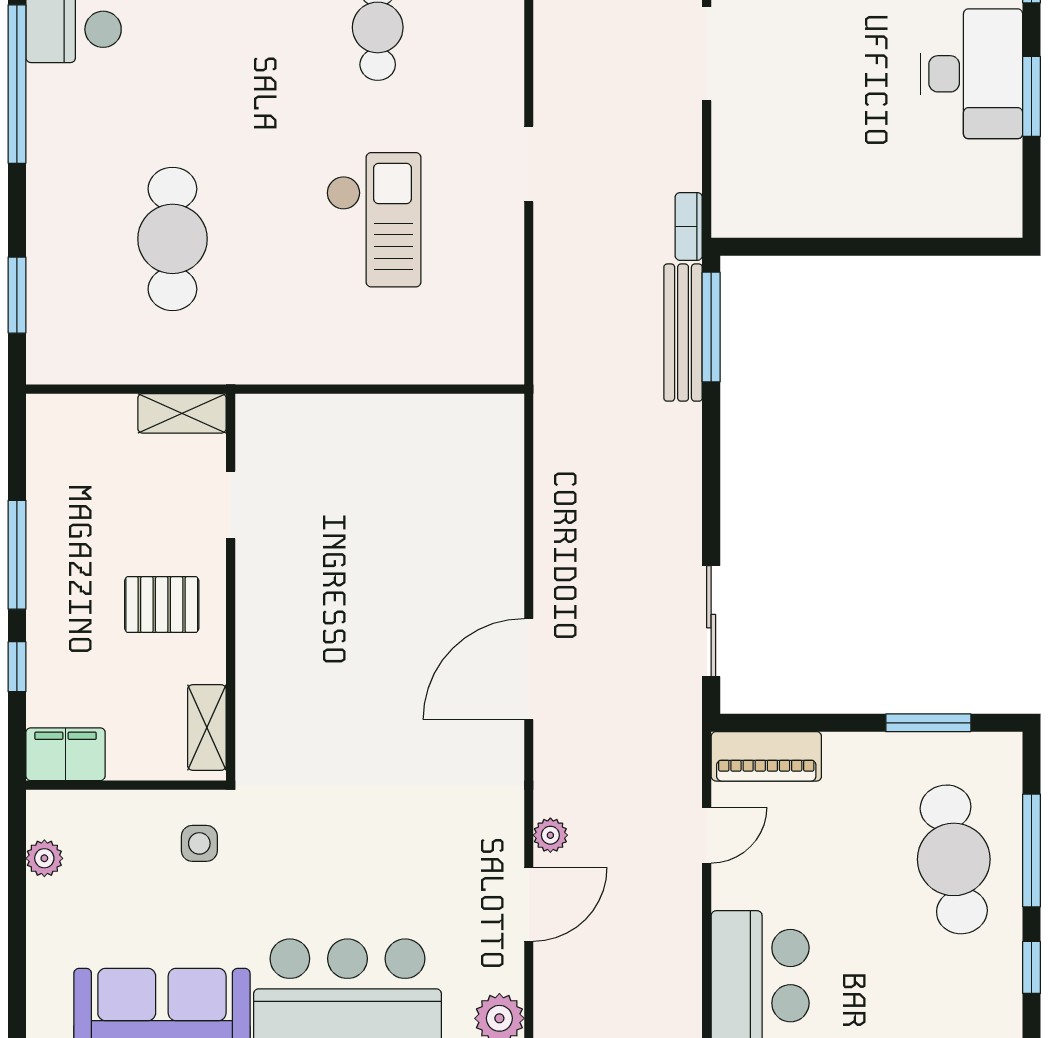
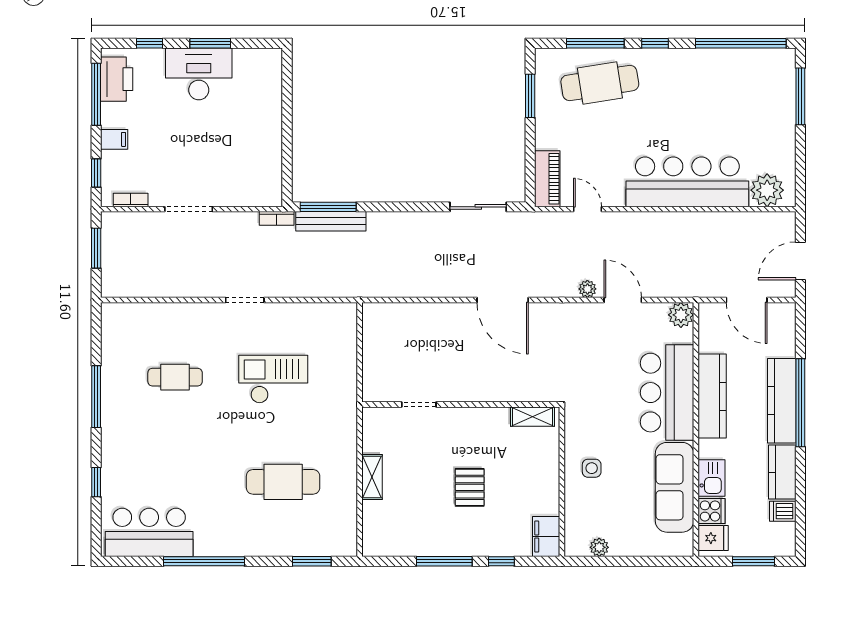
doorway: (231, 505) -> (419, 405), moved
wall: (231, 587) -> (461, 405), moved
shelving: (207, 728) -> (532, 417), moved

